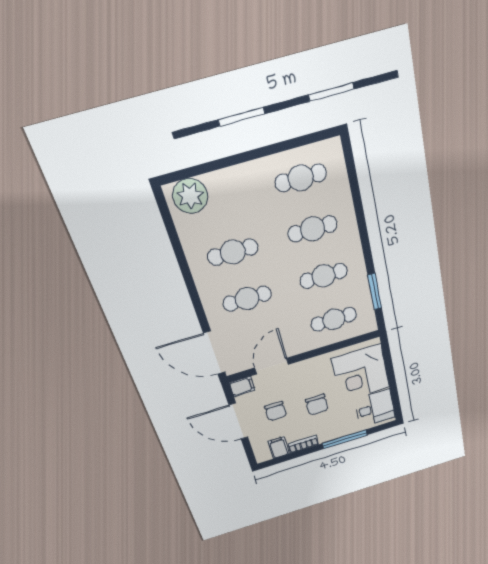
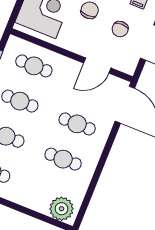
filing cabinet: (242, 386) -> (127, 67), removed
chair: (276, 411) -> (120, 29), turned 180

